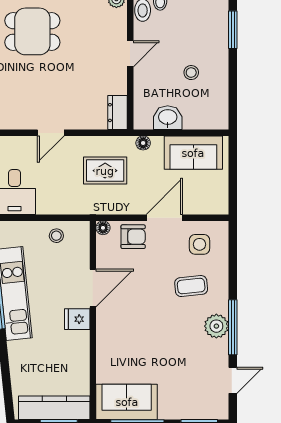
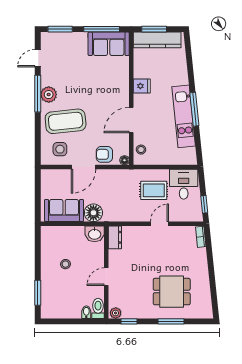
washbasin: (168, 118) -> (95, 234), moved
floor lamp: (143, 143) -> (93, 213), width x1.89, depth x1.89
rug: (105, 171) -> (154, 190), moved
stool: (56, 236) -> (141, 150), moved
coffee table: (191, 286) -> (66, 121), width x1.86, depth x1.72
fridge: (77, 319) -> (142, 86), moved

